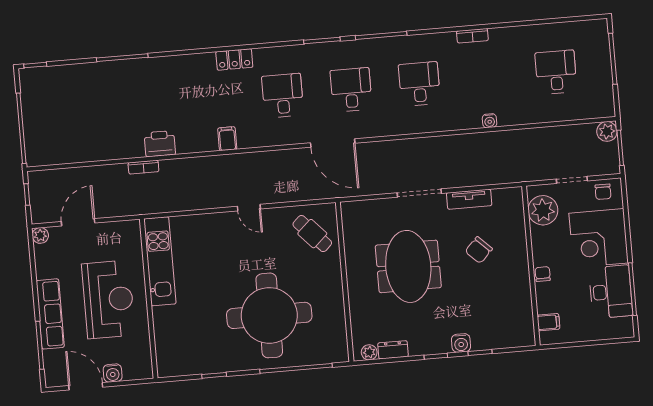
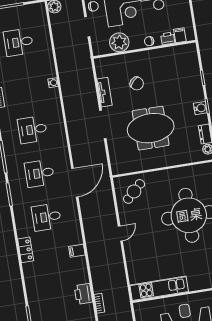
plant: (543, 210) -> (119, 42), moved
printer: (545, 303) -> (168, 38), added
water cooler: (461, 343) -> (200, 108), moved

